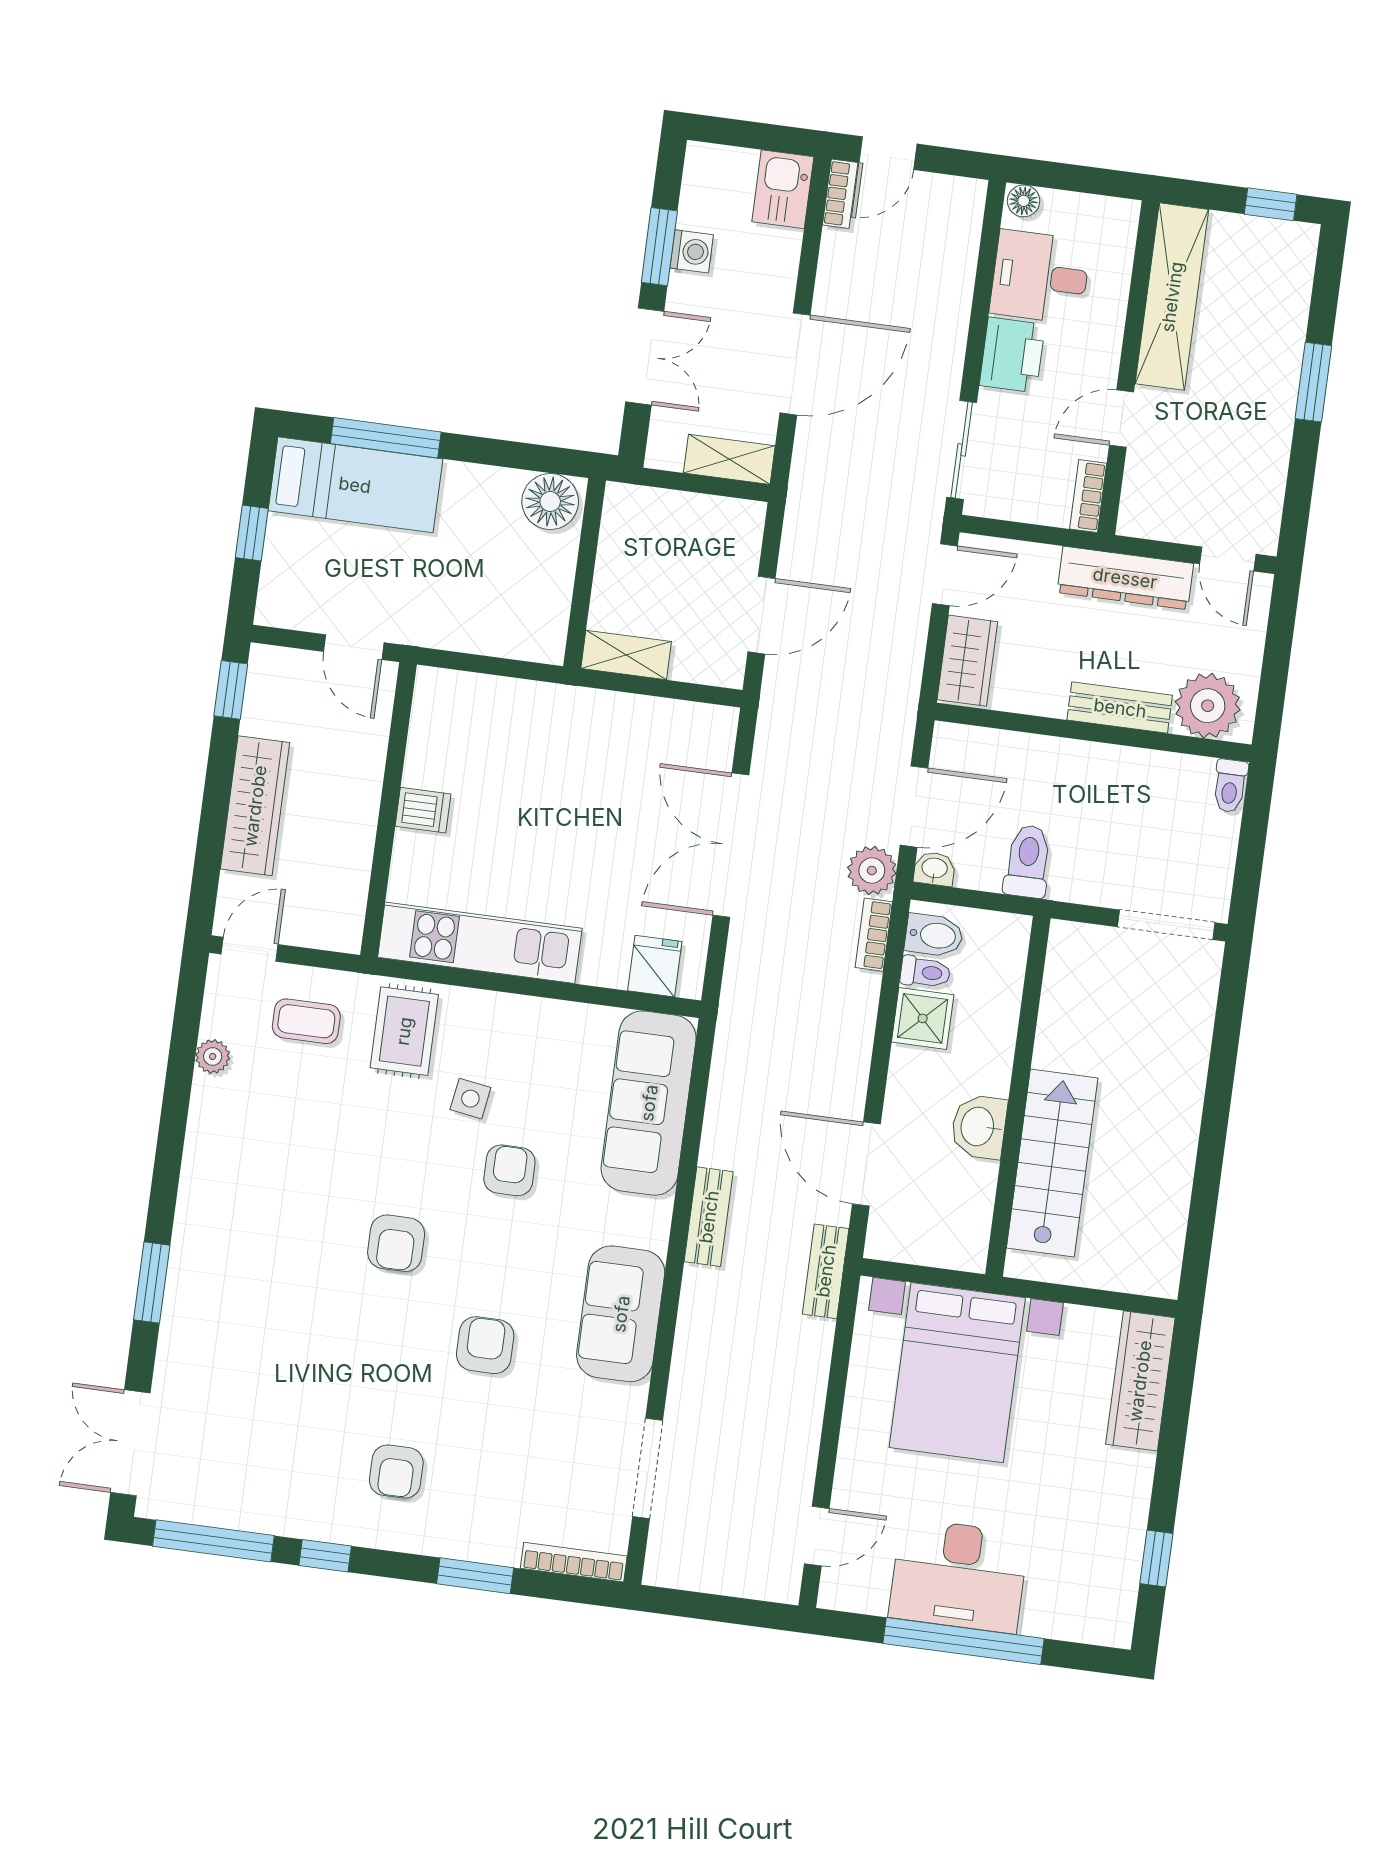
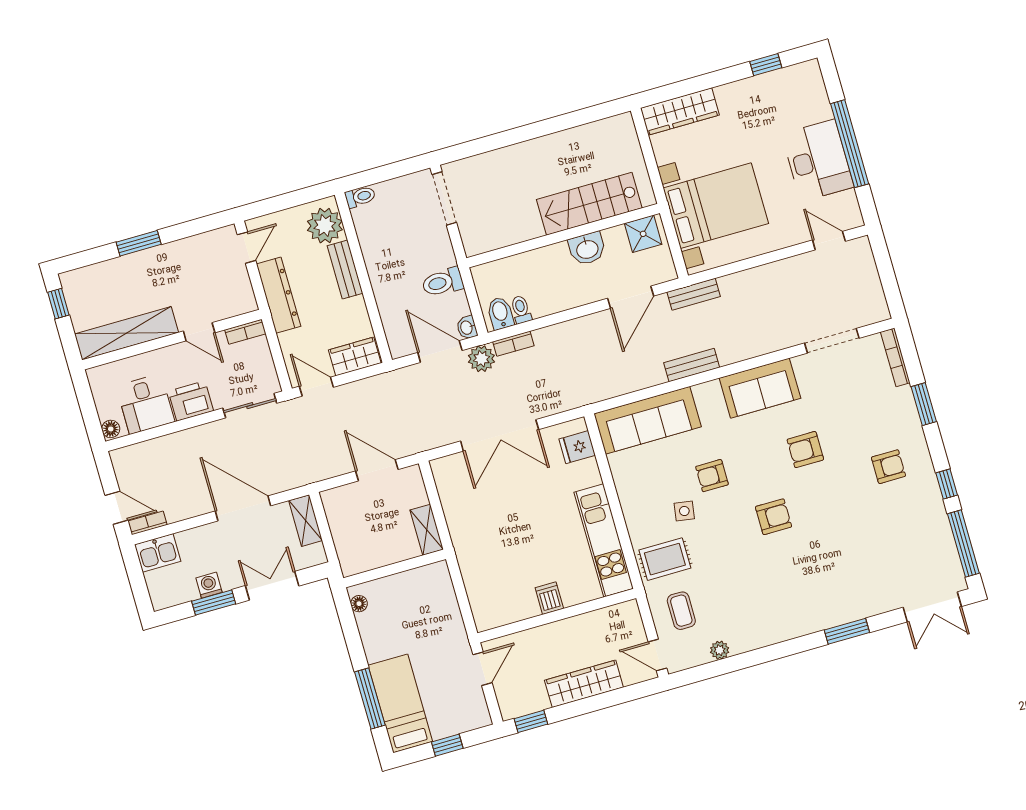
floor lamp: (550, 501) -> (359, 604), width x0.53, depth x0.53
shower: (923, 1018) -> (643, 234), moved

